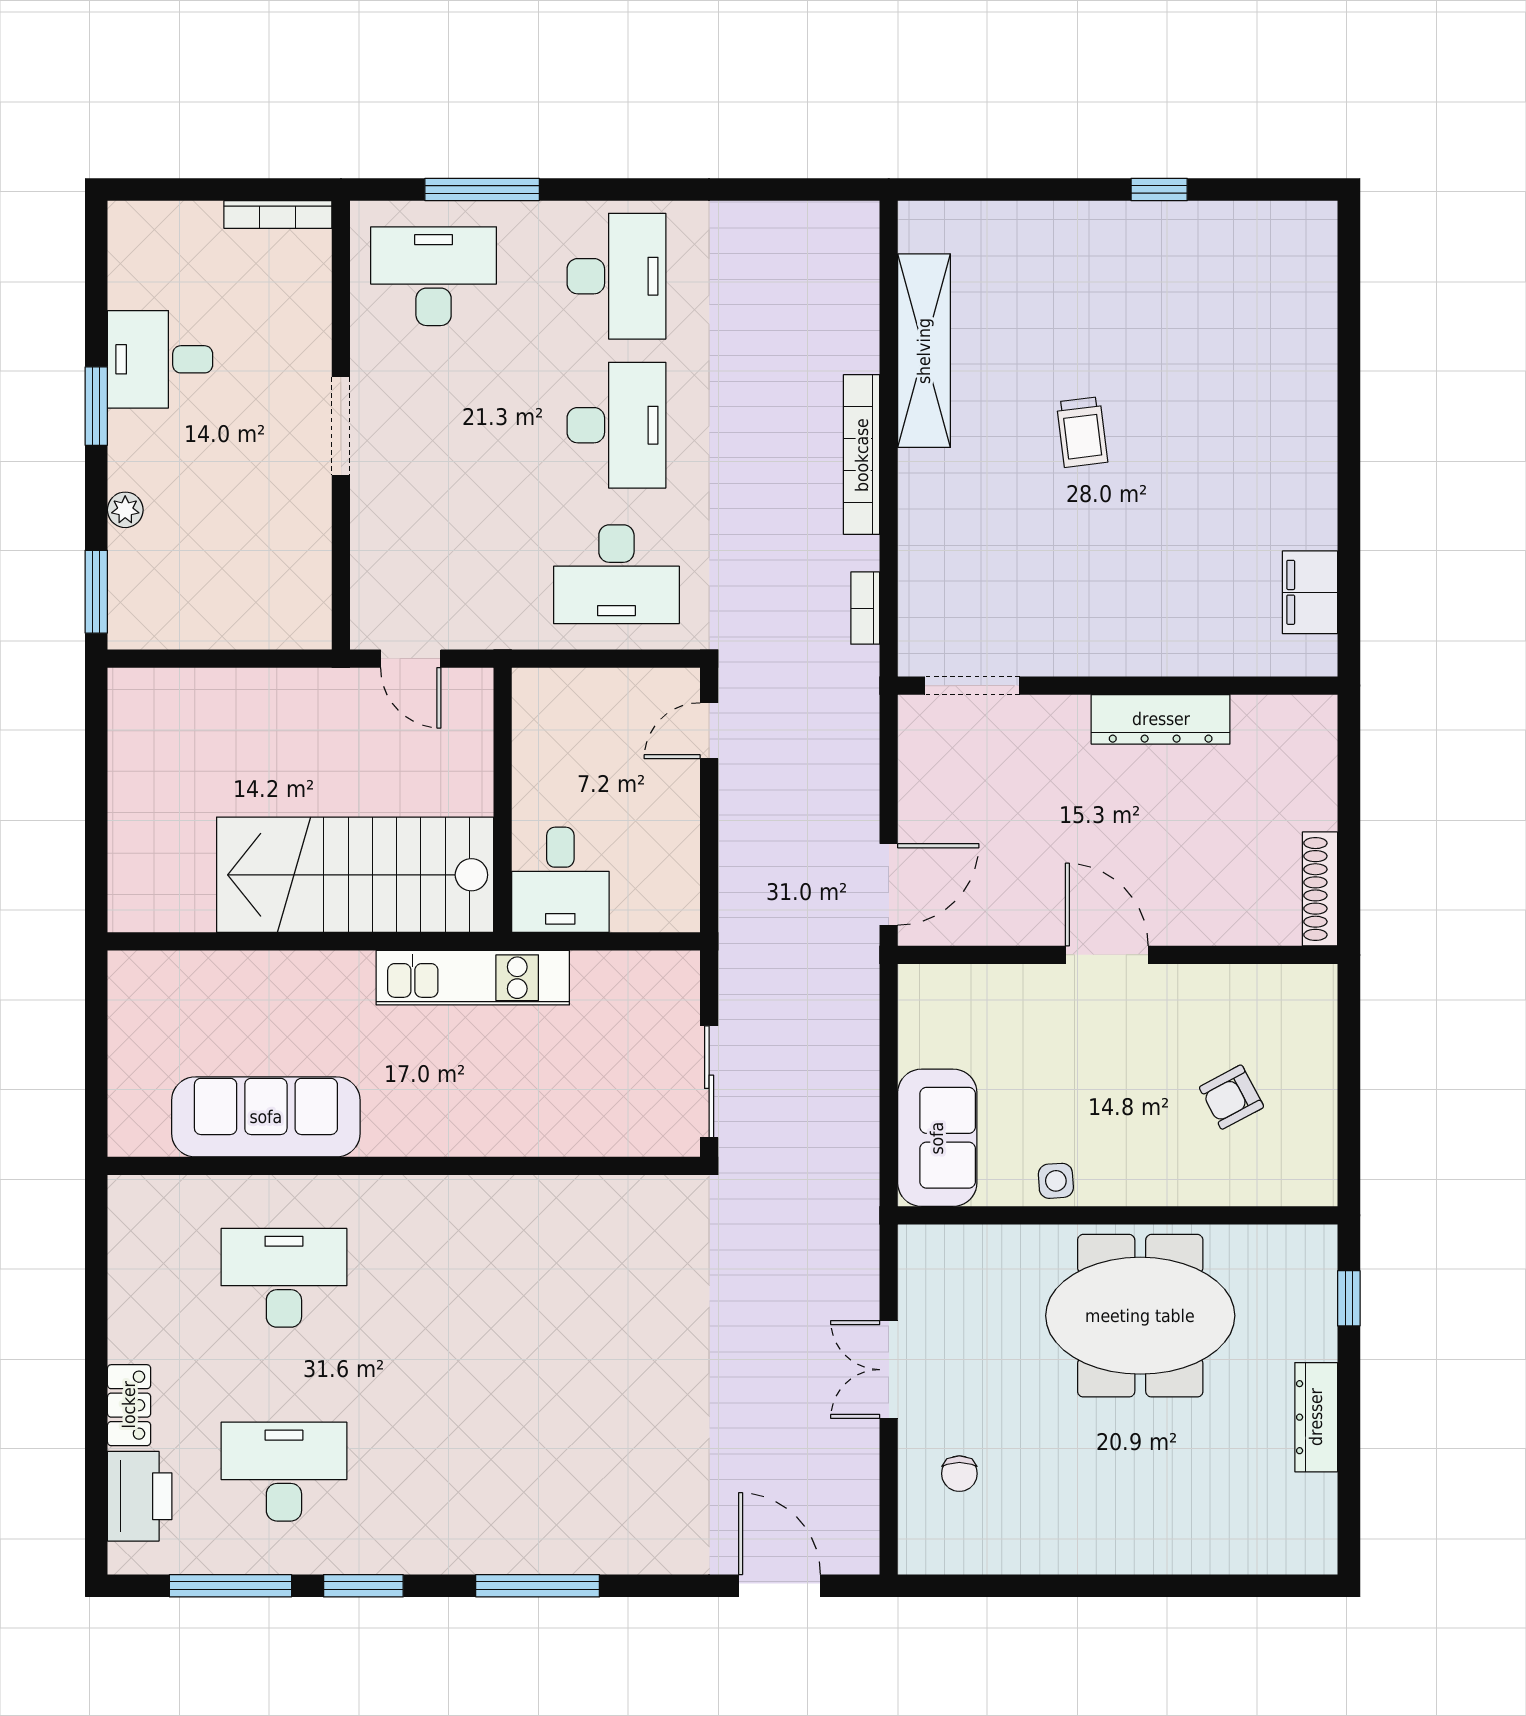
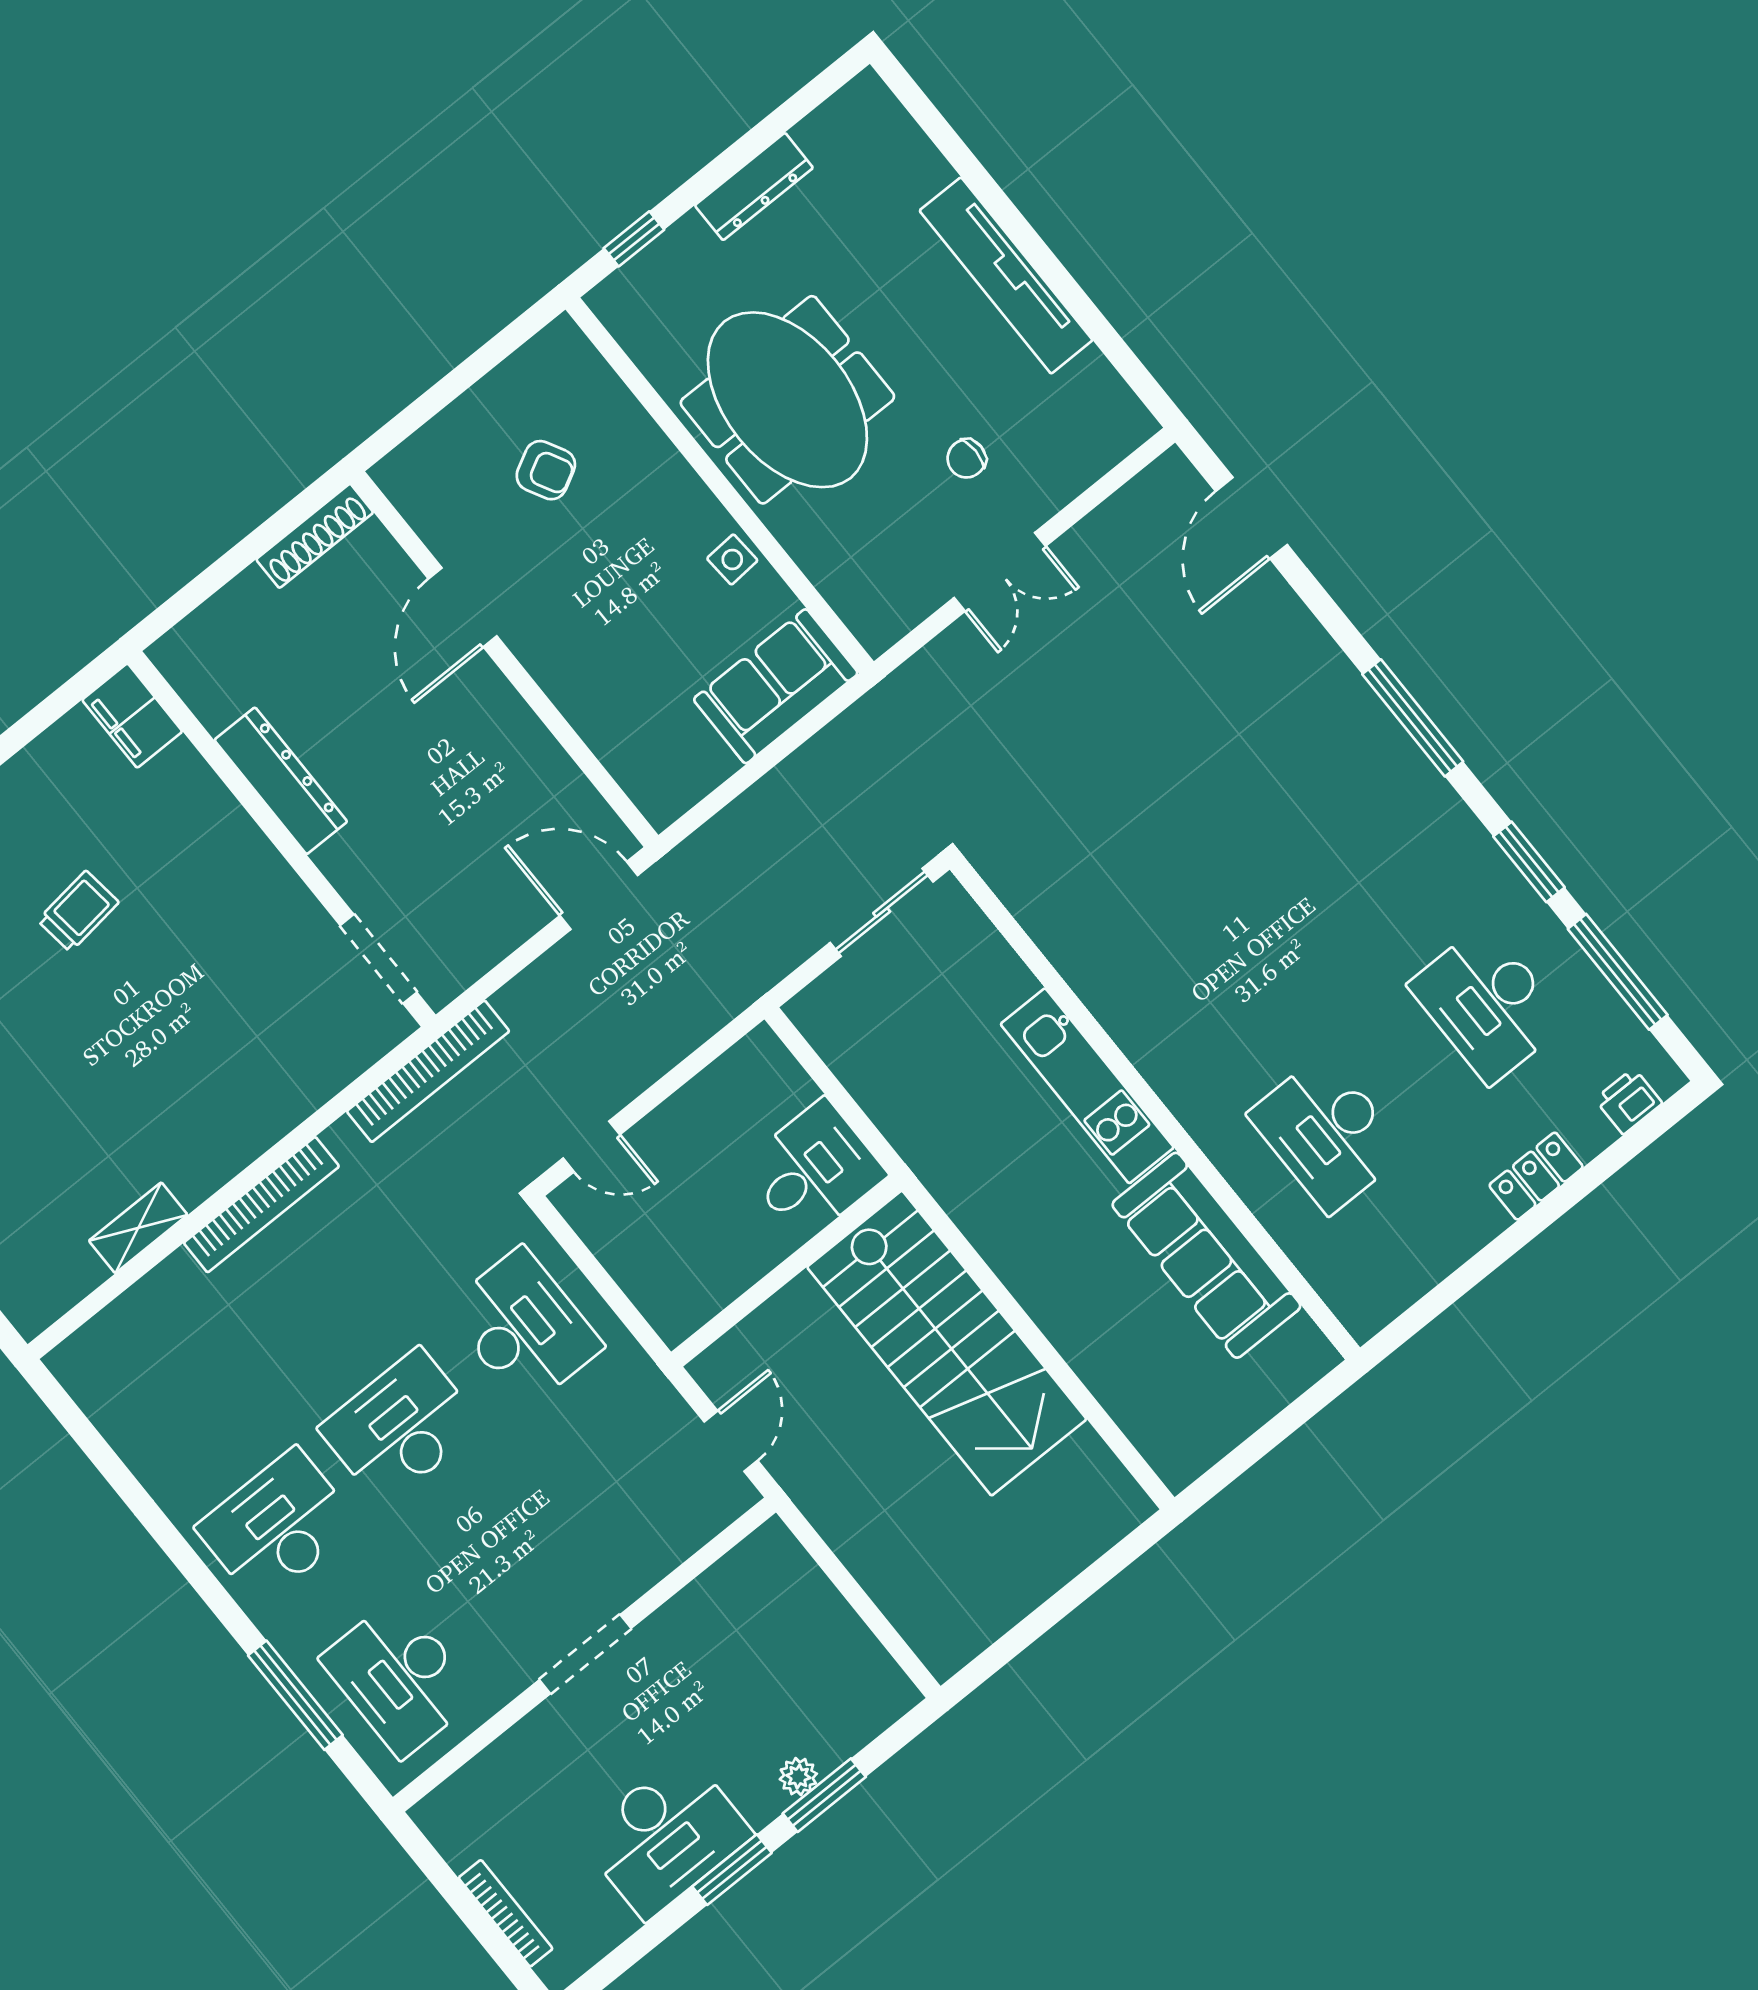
bookcase: (278, 215) -> (506, 1913), moved
shelving: (924, 351) -> (138, 1228), width x0.45, depth x0.75
desk: (160, 359) -> (666, 1836), width x1.37
trolley: (1082, 432) -> (78, 911), moved
window: (96, 592) -> (824, 1795), moved
filing cabinet: (1310, 592) -> (132, 716), moved, turned 90
bookcase: (865, 608) -> (428, 1071), width x2.31, depth x1.31
door: (1107, 955) -> (463, 607), moved
kitchen unit: (473, 978) -> (1087, 1086), moved, turned 180
chair: (959, 1474) -> (967, 459), moved, turned 180
printer: (140, 1496) -> (1629, 1101), width x0.53, depth x0.68
tv unit: (1102, 1549) -> (1006, 275), added

